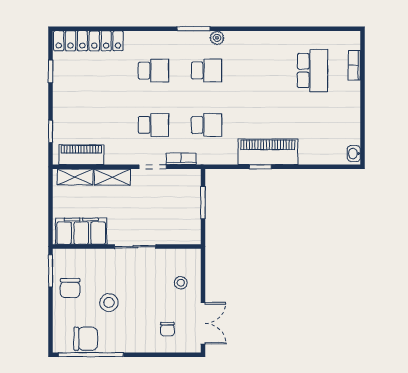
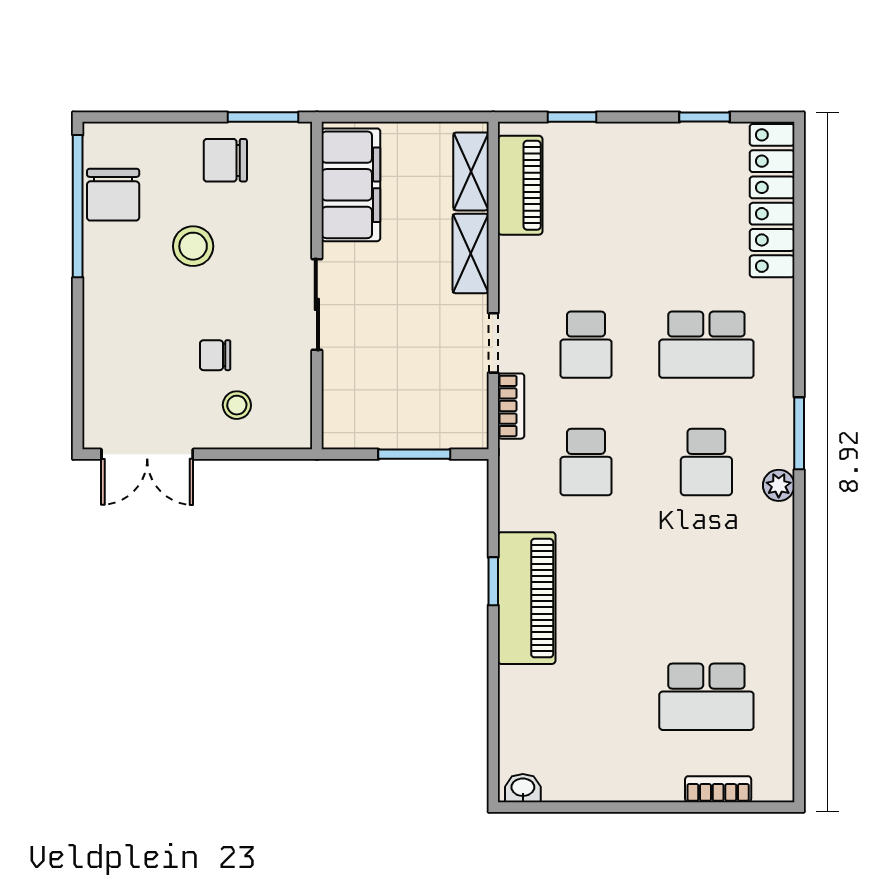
school desk: (153, 71) -> (706, 345), width x1.85
chair: (167, 329) -> (215, 355), moved

